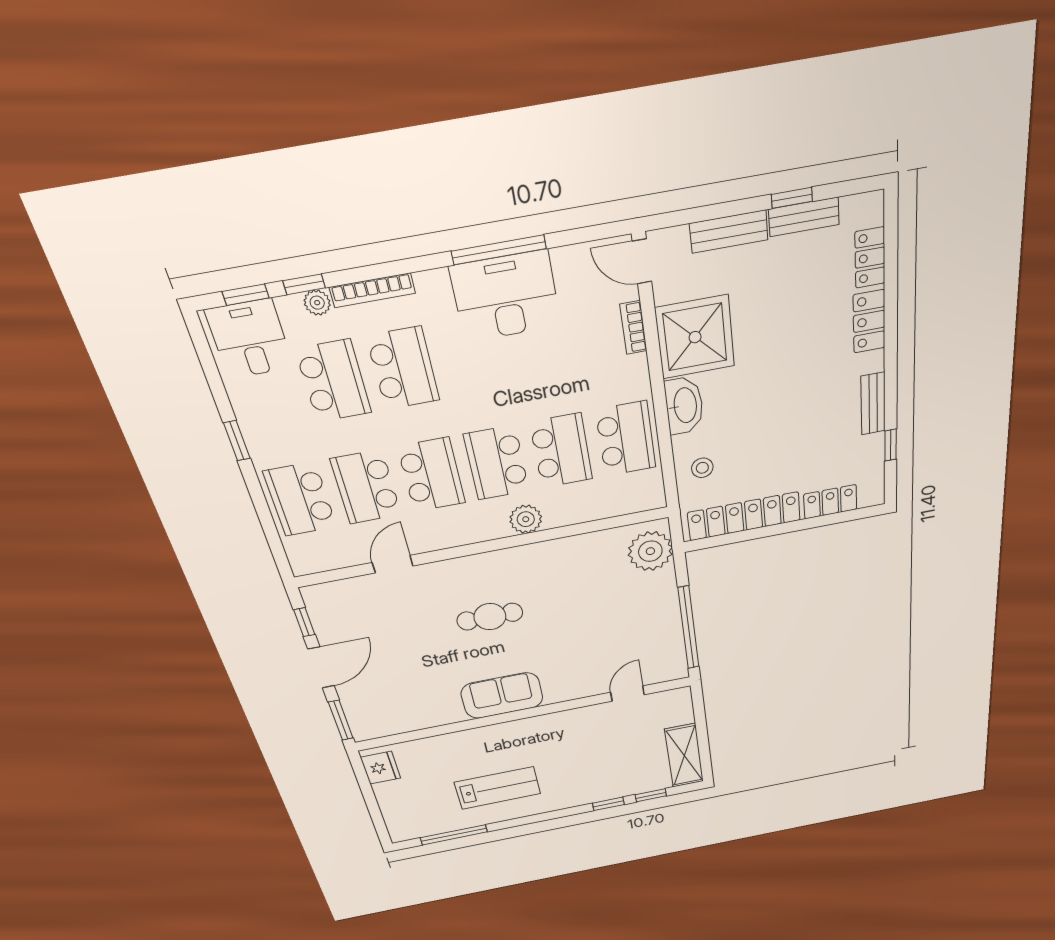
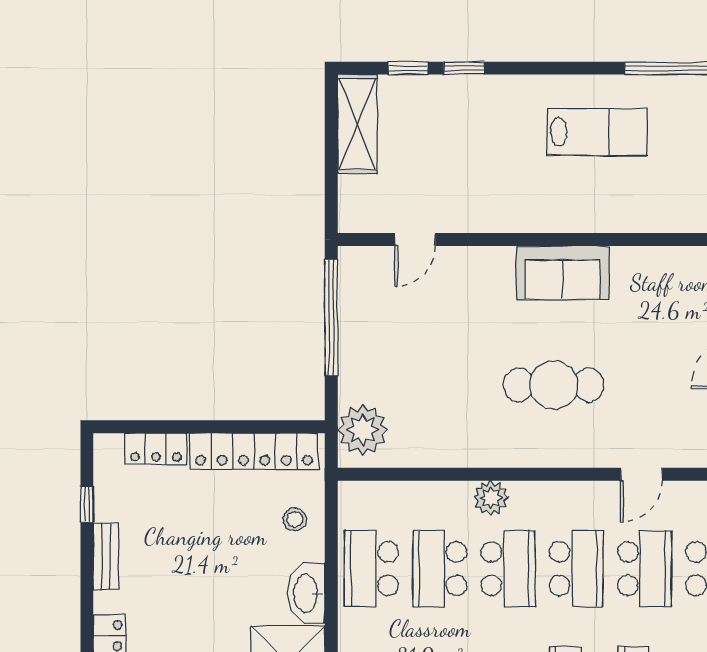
school desk: (431, 475) -> (576, 569), turned 180
cafe table: (490, 617) -> (554, 385), width x1.37, depth x1.35
lab bench: (498, 788) -> (597, 132), turned 180

